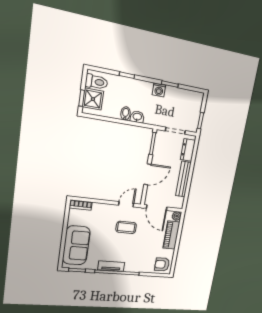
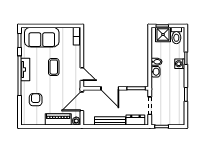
washing machine: (159, 90) -> (180, 64), moved
coffee table: (126, 227) -> (54, 67), moved
armchair: (162, 264) -> (36, 100), moved

